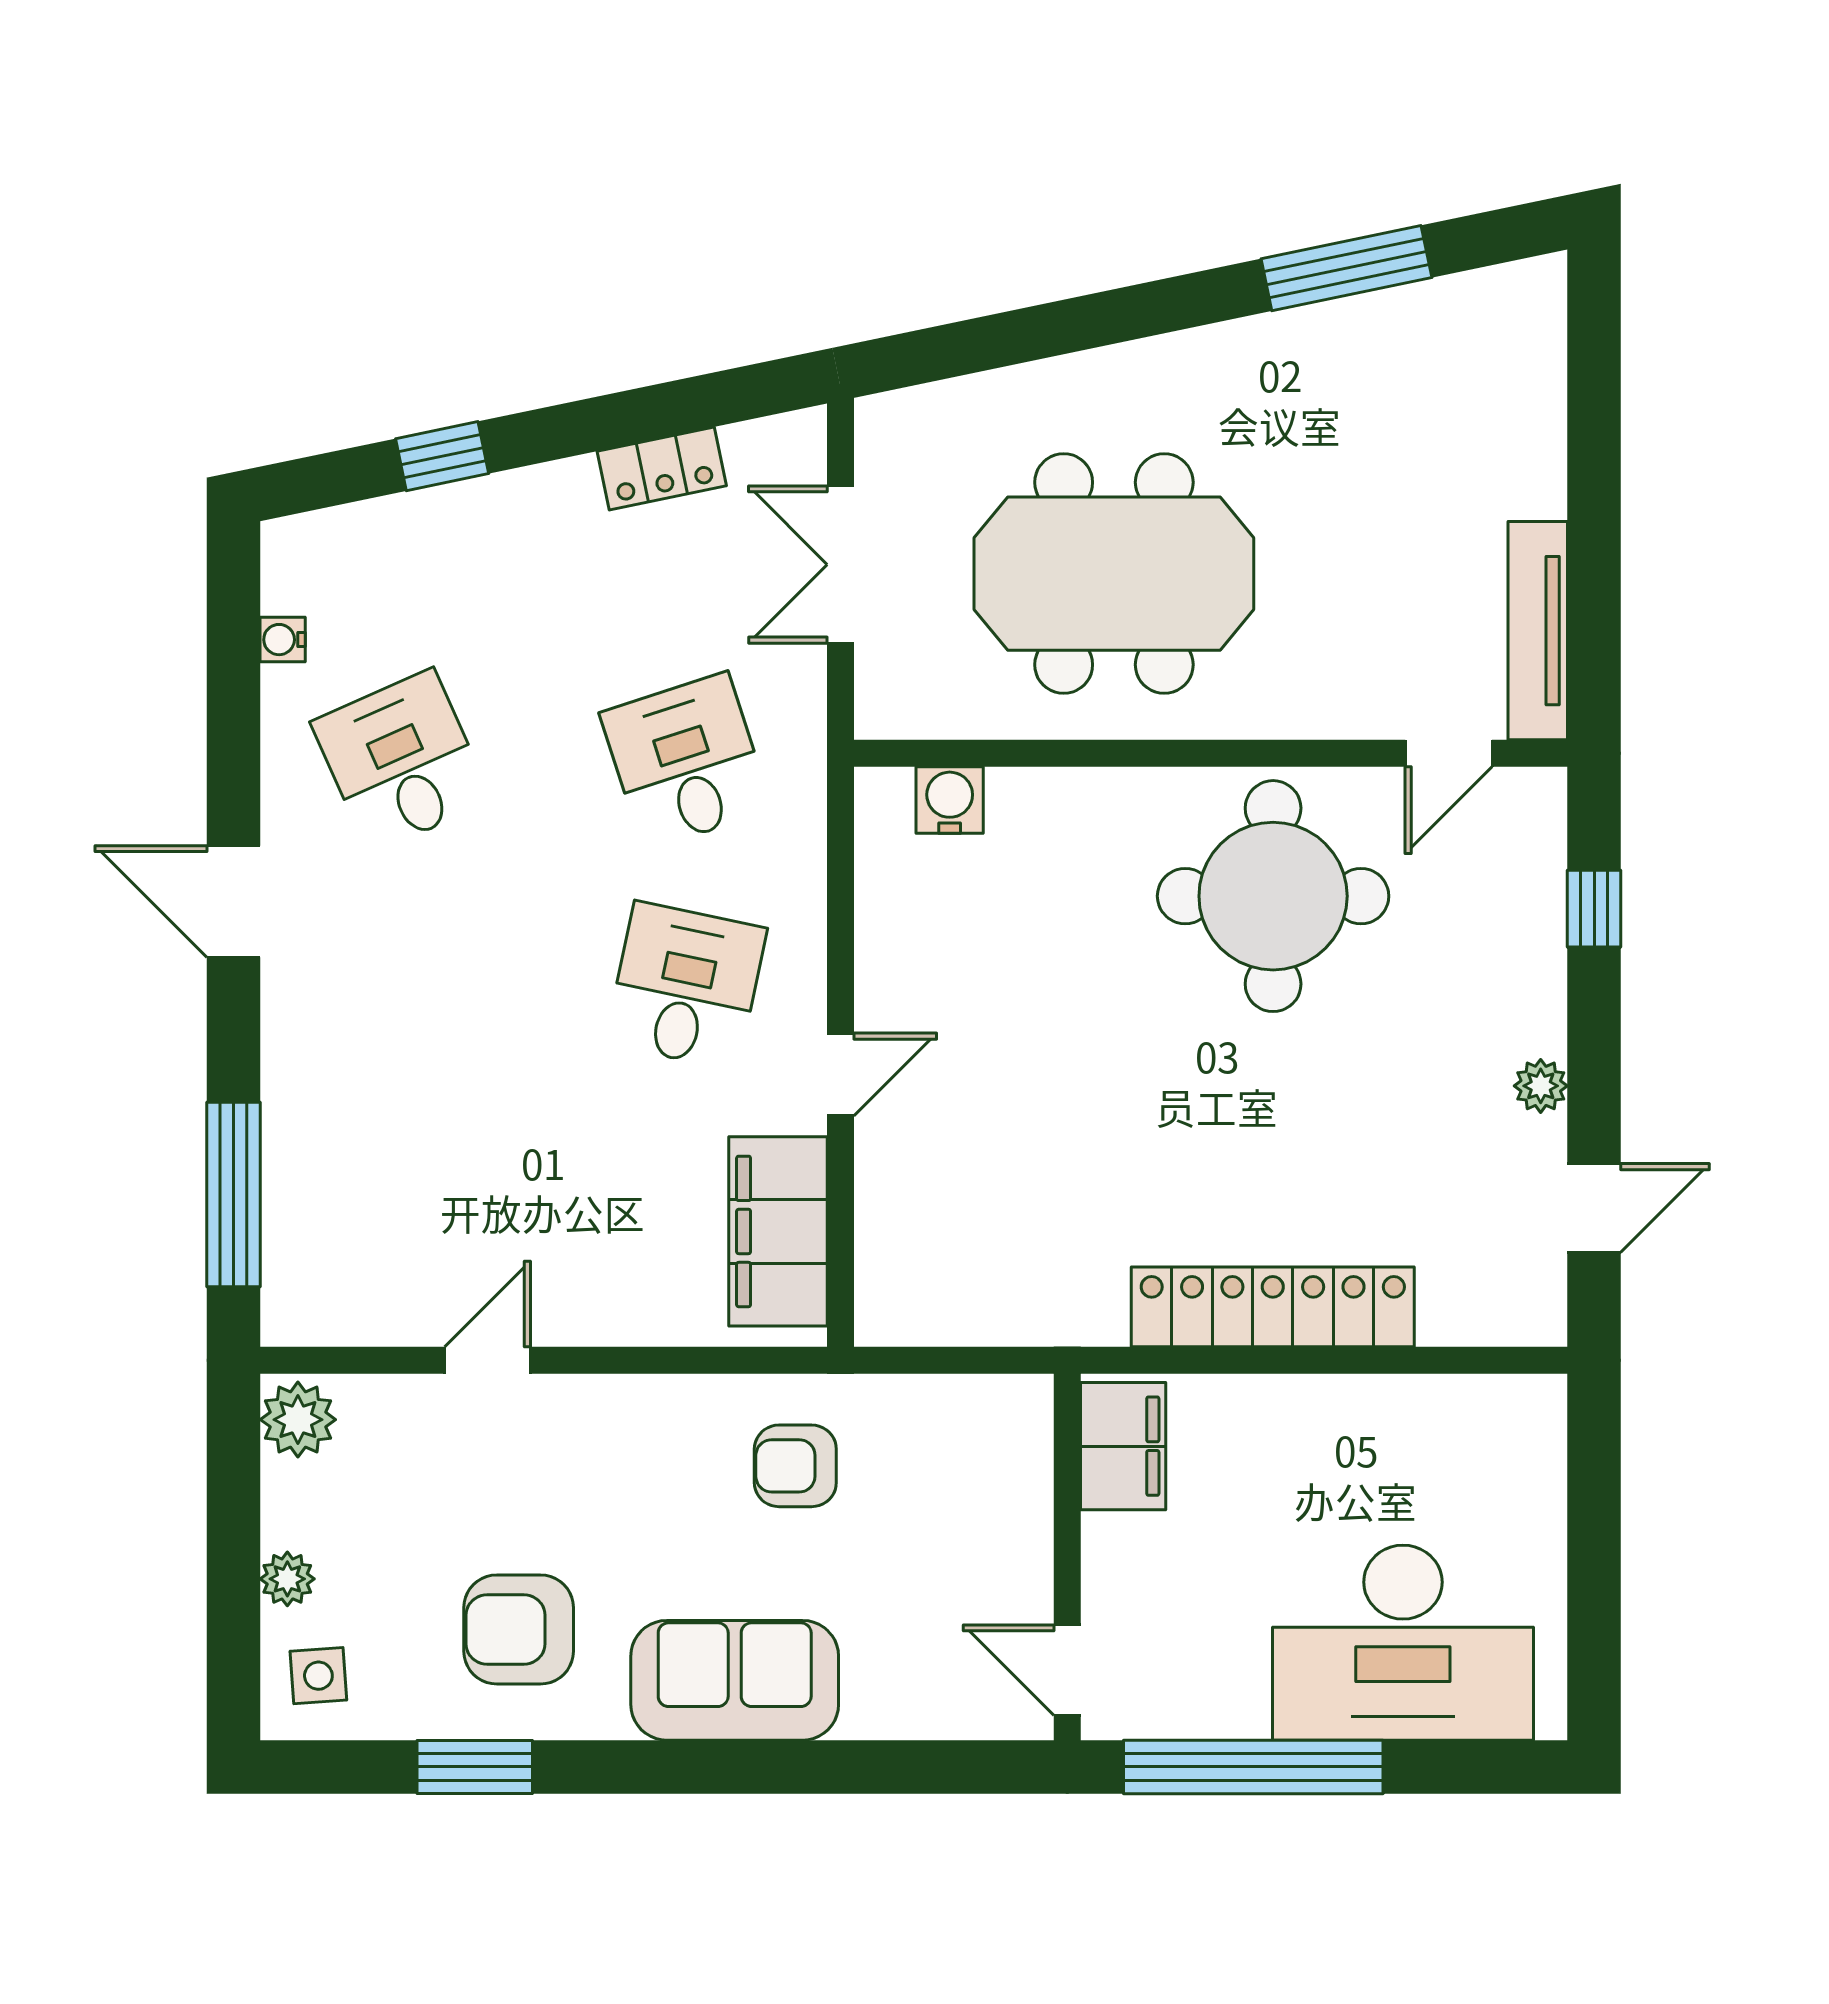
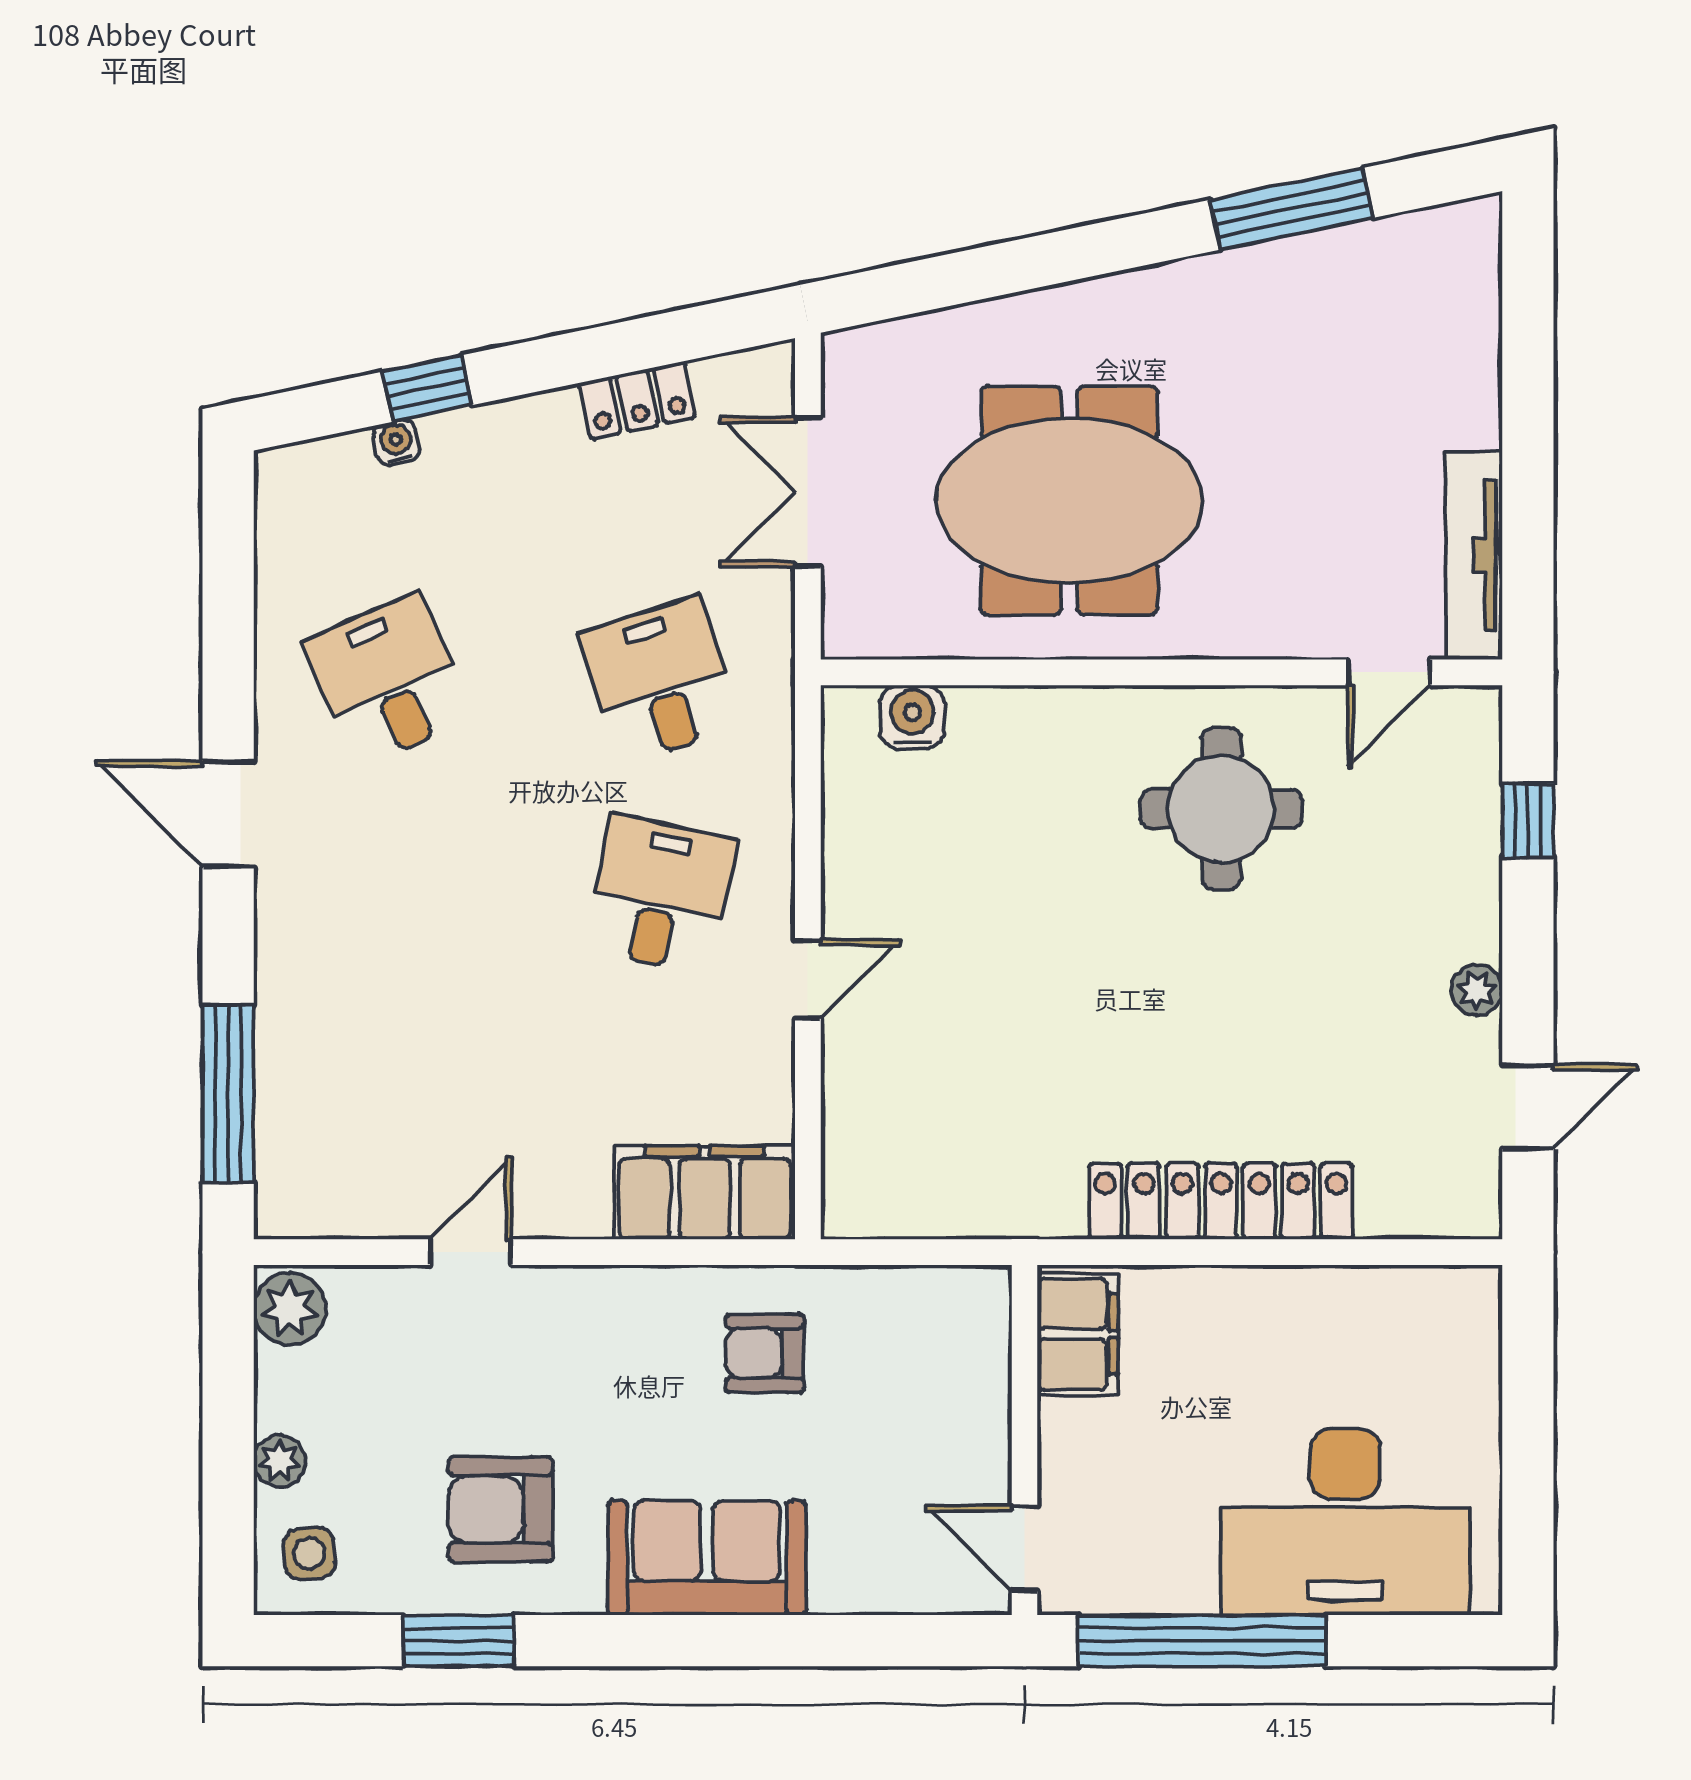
water cooler: (283, 640) -> (396, 443), moved, turned 78
round table: (1273, 896) -> (1221, 809), width x0.73, depth x0.73
filing cabinet: (778, 1231) -> (705, 1192), moved, turned 90

